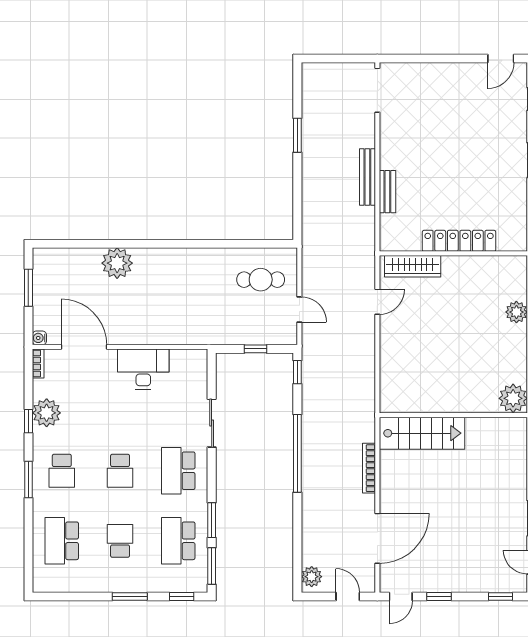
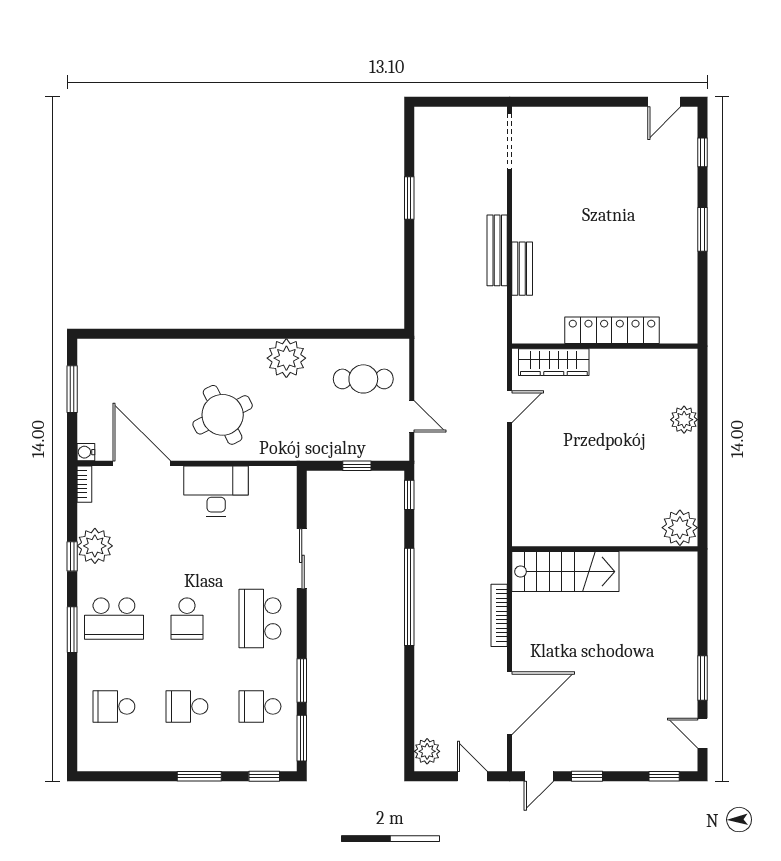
plant: (117, 263) -> (286, 358), moved
round table: (148, 308) -> (223, 415), added
school desk: (62, 471) -> (114, 619), width x1.85
school desk: (62, 541) -> (114, 706), width x0.54
school desk: (120, 541) -> (187, 706), turned -90
school desk: (178, 541) -> (260, 706), width x0.54

